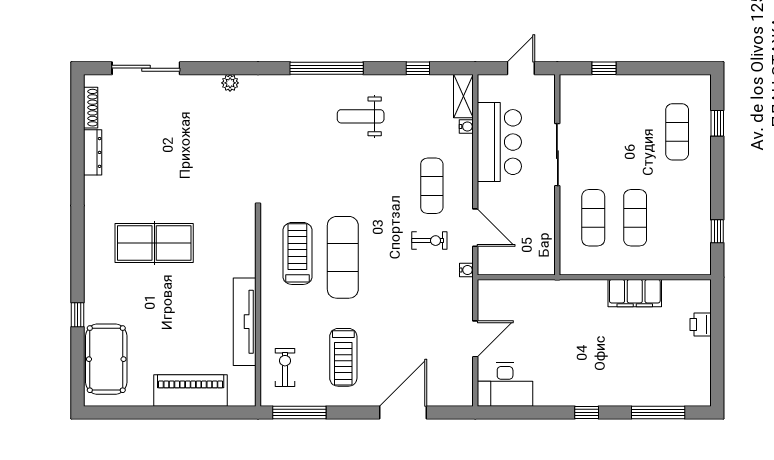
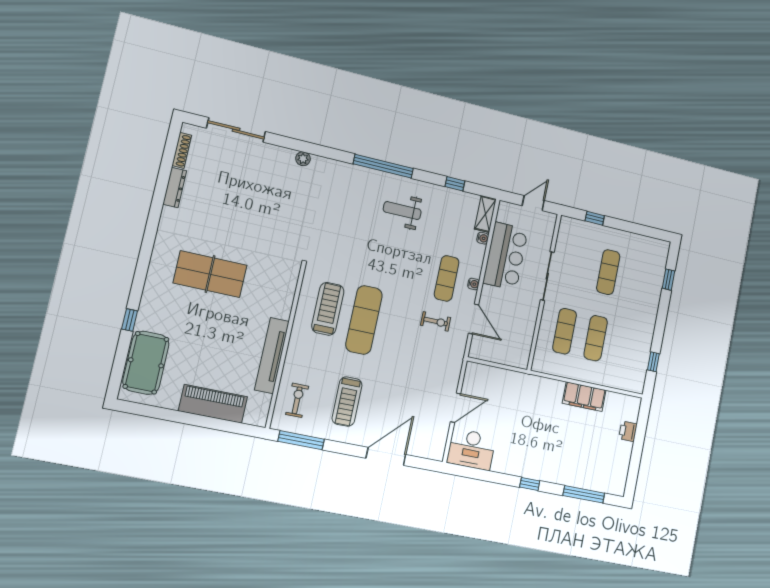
exercise mat: (677, 132) -> (608, 272), moved
water cooler: (466, 270) -> (474, 284), moved

